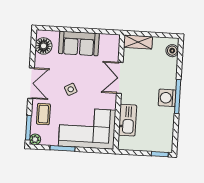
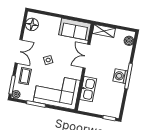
sofa: (79, 43) -> (75, 29), moved

